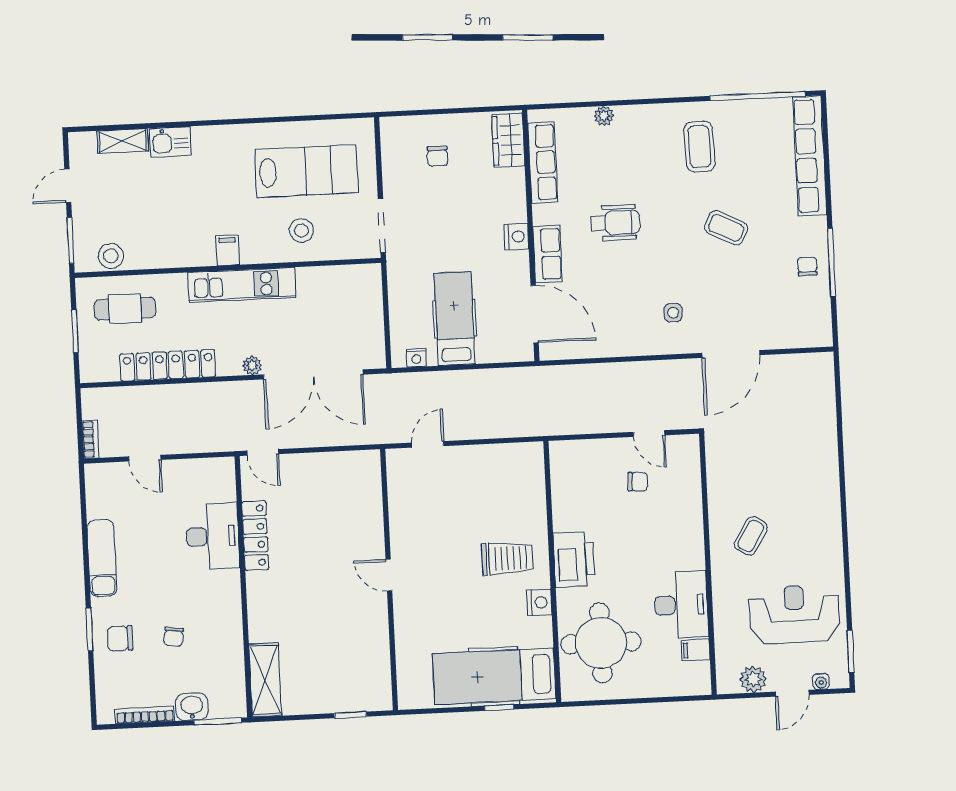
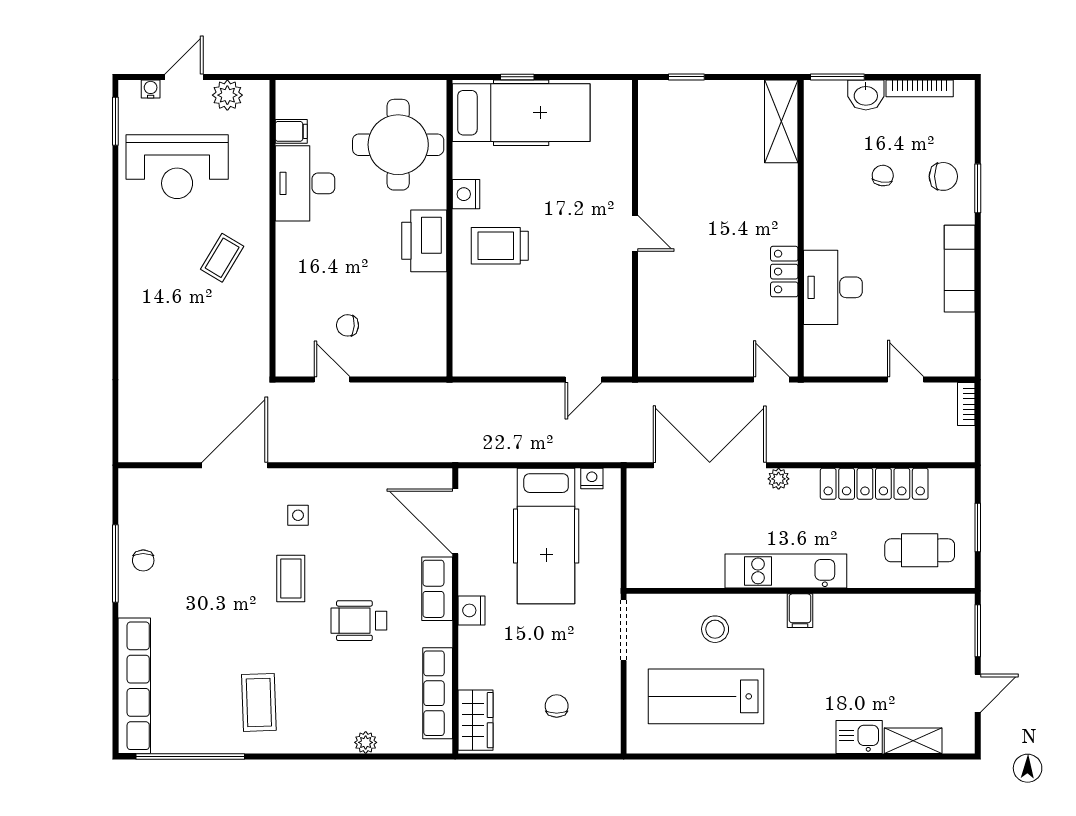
coffee table: (726, 228) -> (291, 579), moved, turned 63
stool: (111, 256) -> (933, 611), removed
hospital bed: (455, 319) -> (546, 536), width x1.37, depth x1.29
locker: (255, 536) -> (784, 272), width x0.66

